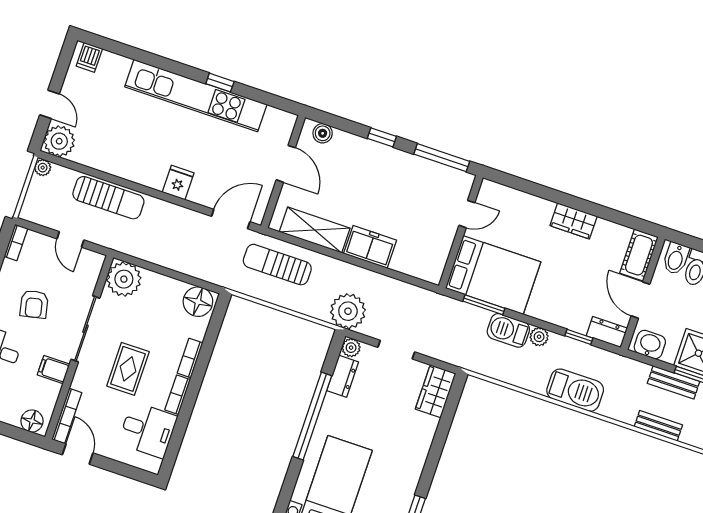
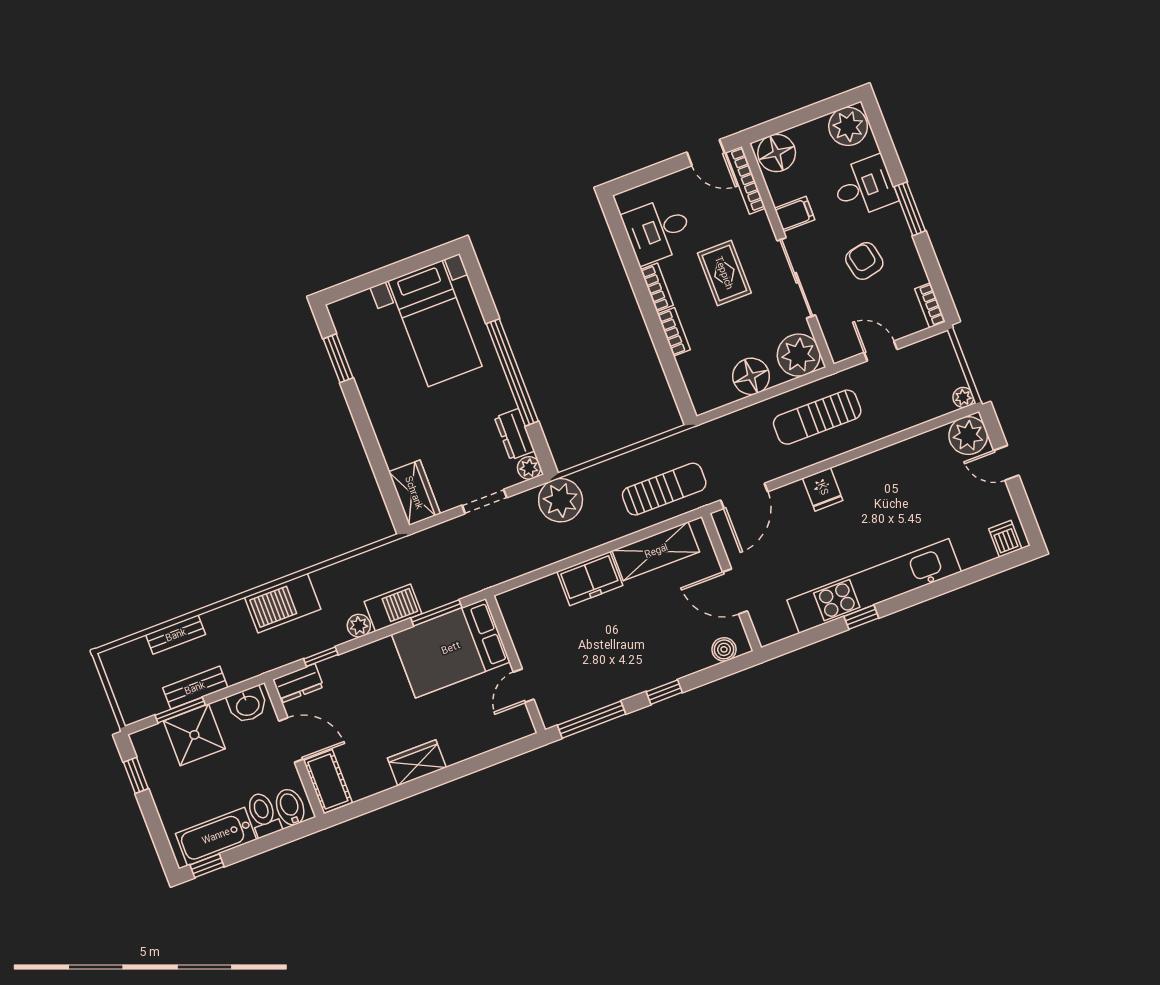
sun lounger: (108, 198) -> (817, 417), moved
floor lamp: (198, 302) -> (751, 376), moved
floor lamp: (32, 421) -> (777, 153), width x1.38, depth x1.38

